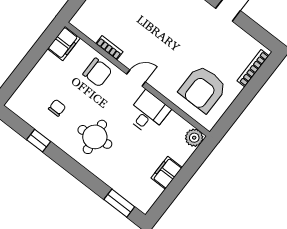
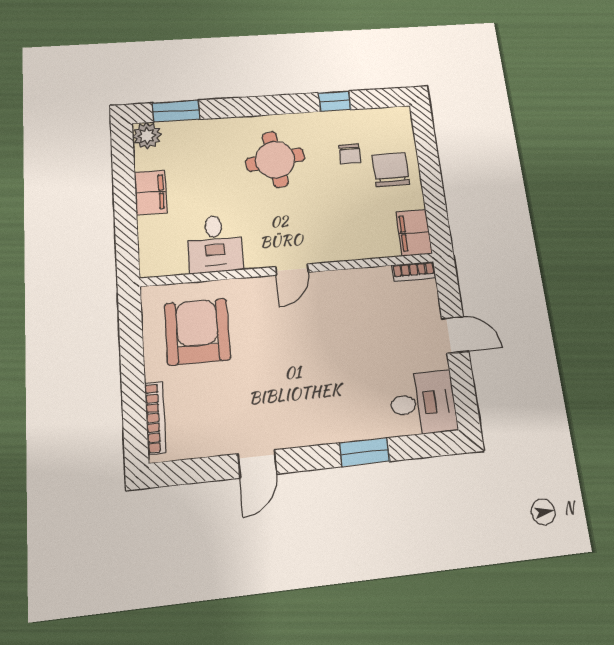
bookcase: (109, 48) -> (414, 272), moved
chair: (97, 72) -> (391, 170), moved, turned 90
desk: (148, 113) -> (215, 244), moved
plant: (194, 138) -> (147, 136), moved

